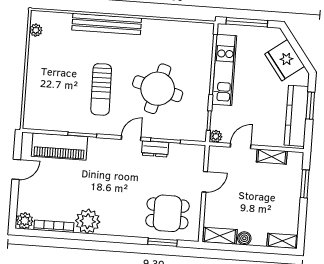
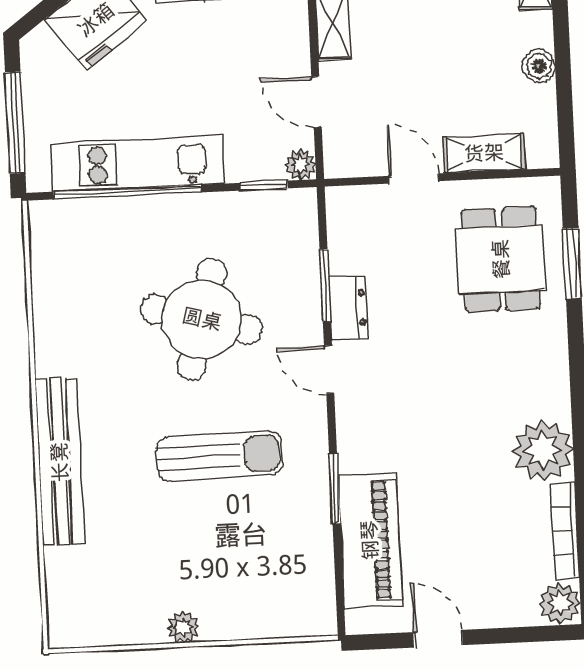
plant: (36, 30) -> (183, 627), moved
shelving: (220, 236) -> (484, 153), moved, turned 90

